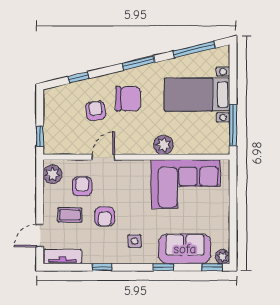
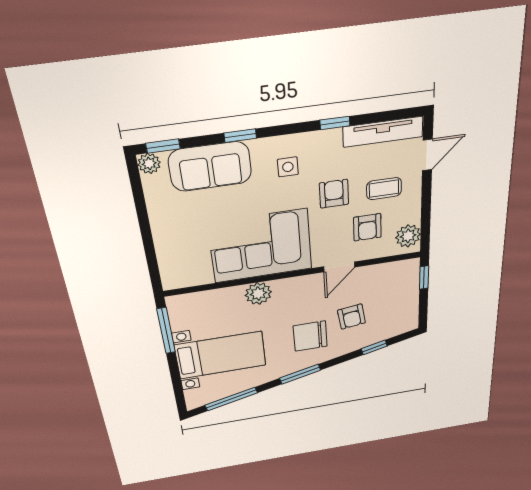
corner sofa: (186, 184) -> (261, 246), moved
tv unit: (63, 257) -> (383, 132), width x1.41

